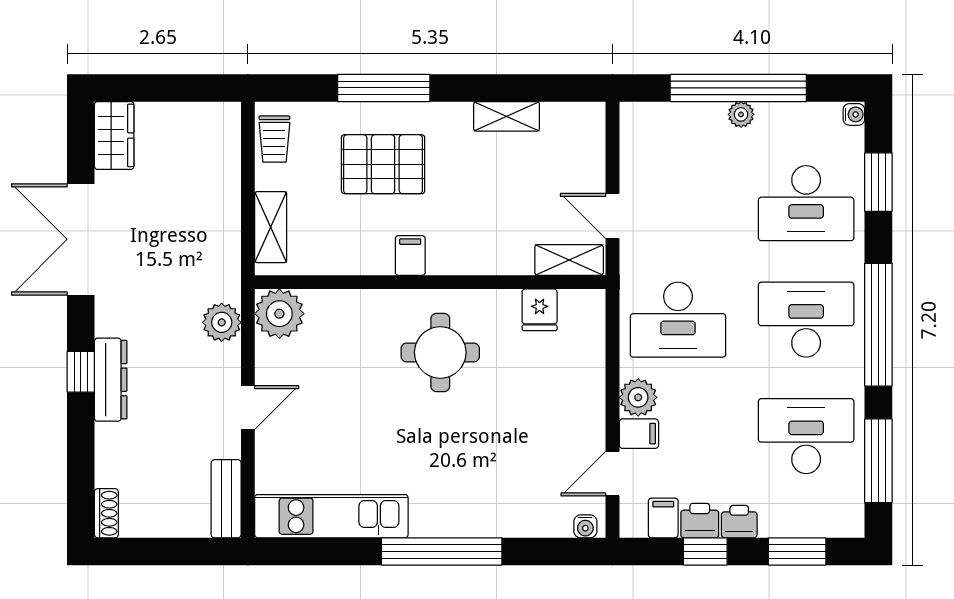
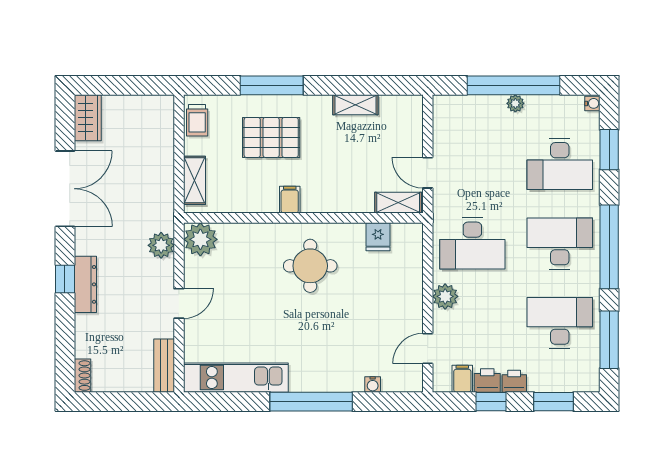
double door: (81, 239) -> (65, 189), swing flipped
filing cabinet: (639, 434) -> (446, 321), removed
water cooler: (585, 526) -> (373, 384), moved

